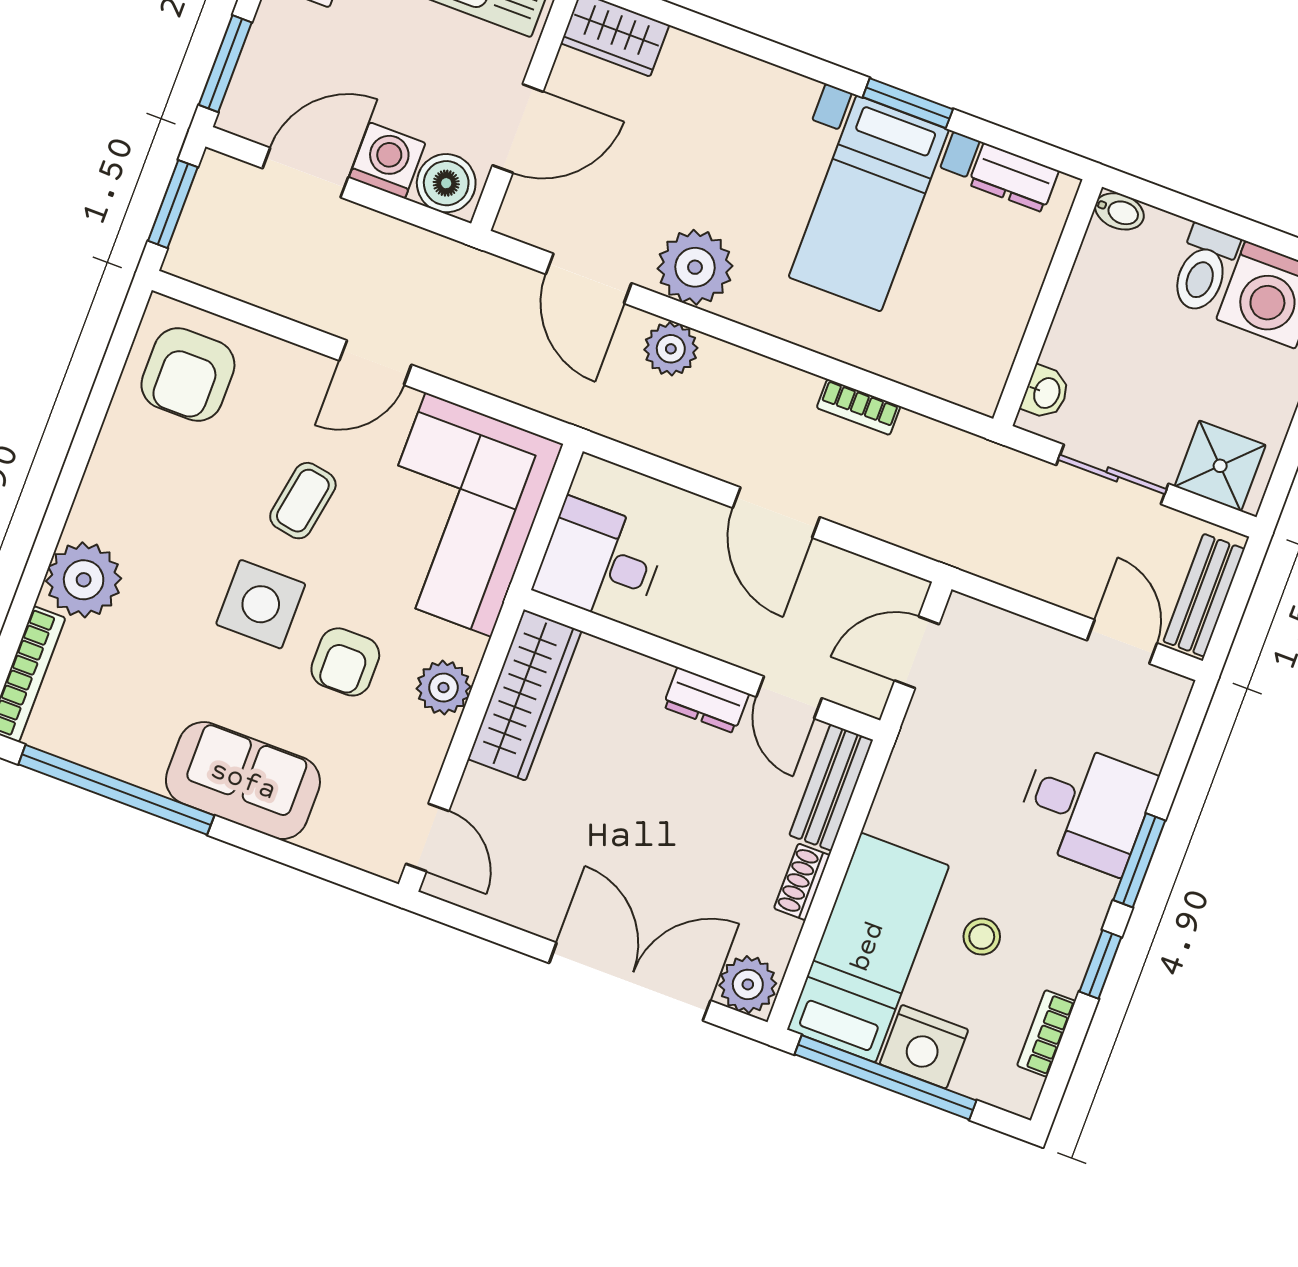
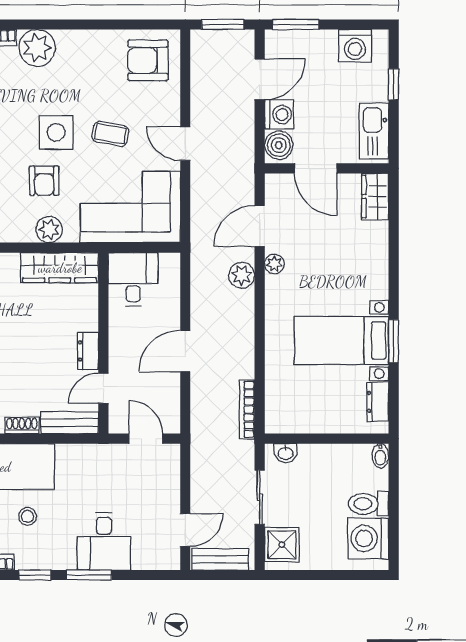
door: (305, 173) -> (260, 79), hinge flipped
plant: (695, 267) -> (274, 264), width x0.53, depth x0.53
bookcase: (859, 407) -> (247, 409), moved, width x1.56
armchair: (345, 662) -> (44, 181), turned -90

